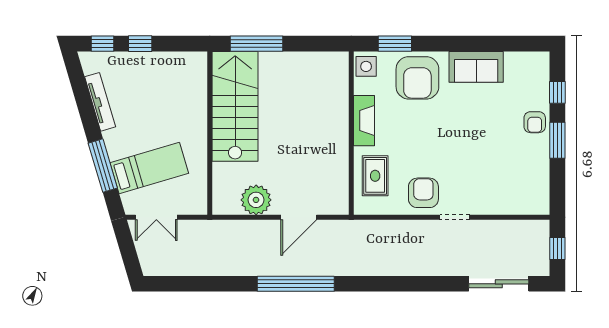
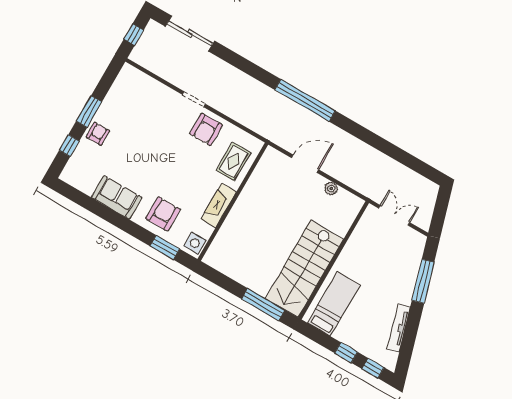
armchair: (417, 78) -> (163, 214), width x0.73, depth x0.73
bed: (149, 168) -> (334, 304), moved, turned 106
plant: (256, 200) -> (331, 189), width x0.53, depth x0.53
double door: (156, 217) -> (394, 215), moved
window: (296, 284) -> (305, 100), moved

